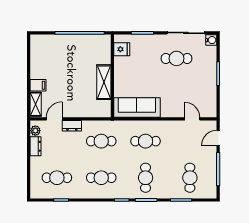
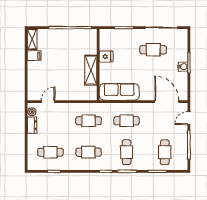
water cooler: (211, 40) -> (183, 67), moved
fridge: (122, 49) -> (106, 56), moved
filing cabinet: (38, 85) -> (34, 56), moved
shelving: (36, 104) -> (32, 39), moved
door: (192, 119) -> (167, 102), width x1.88
dresser: (72, 126) -> (63, 107), removed

